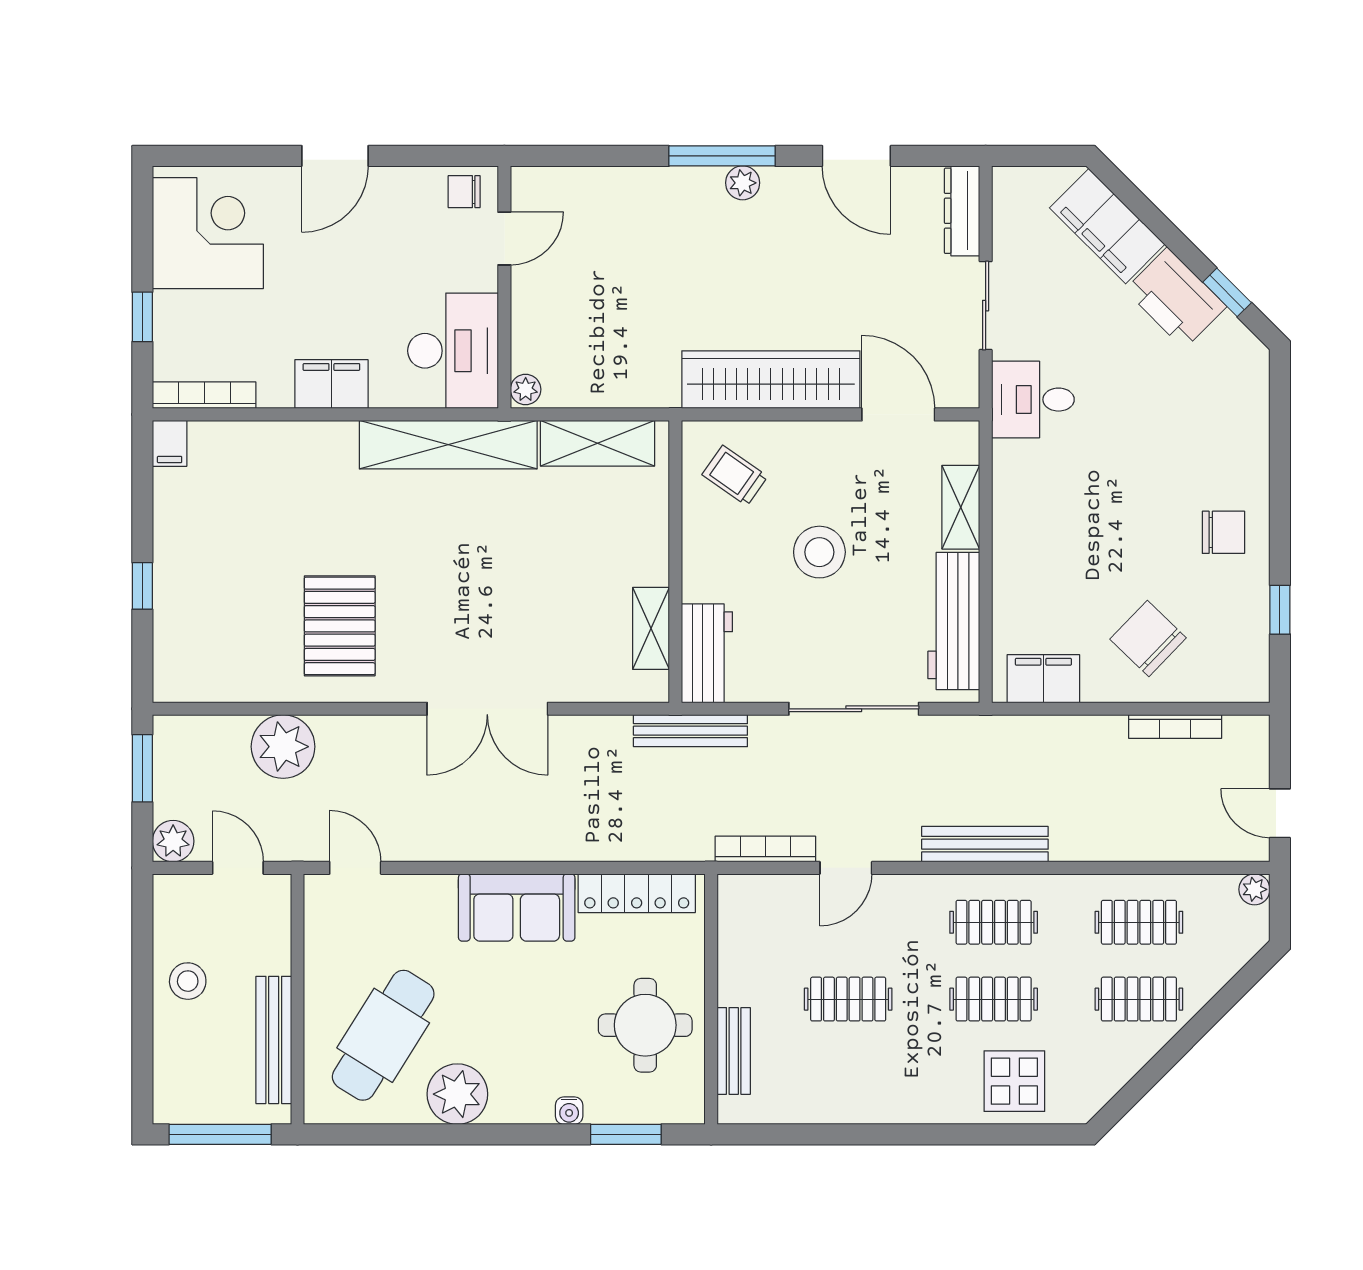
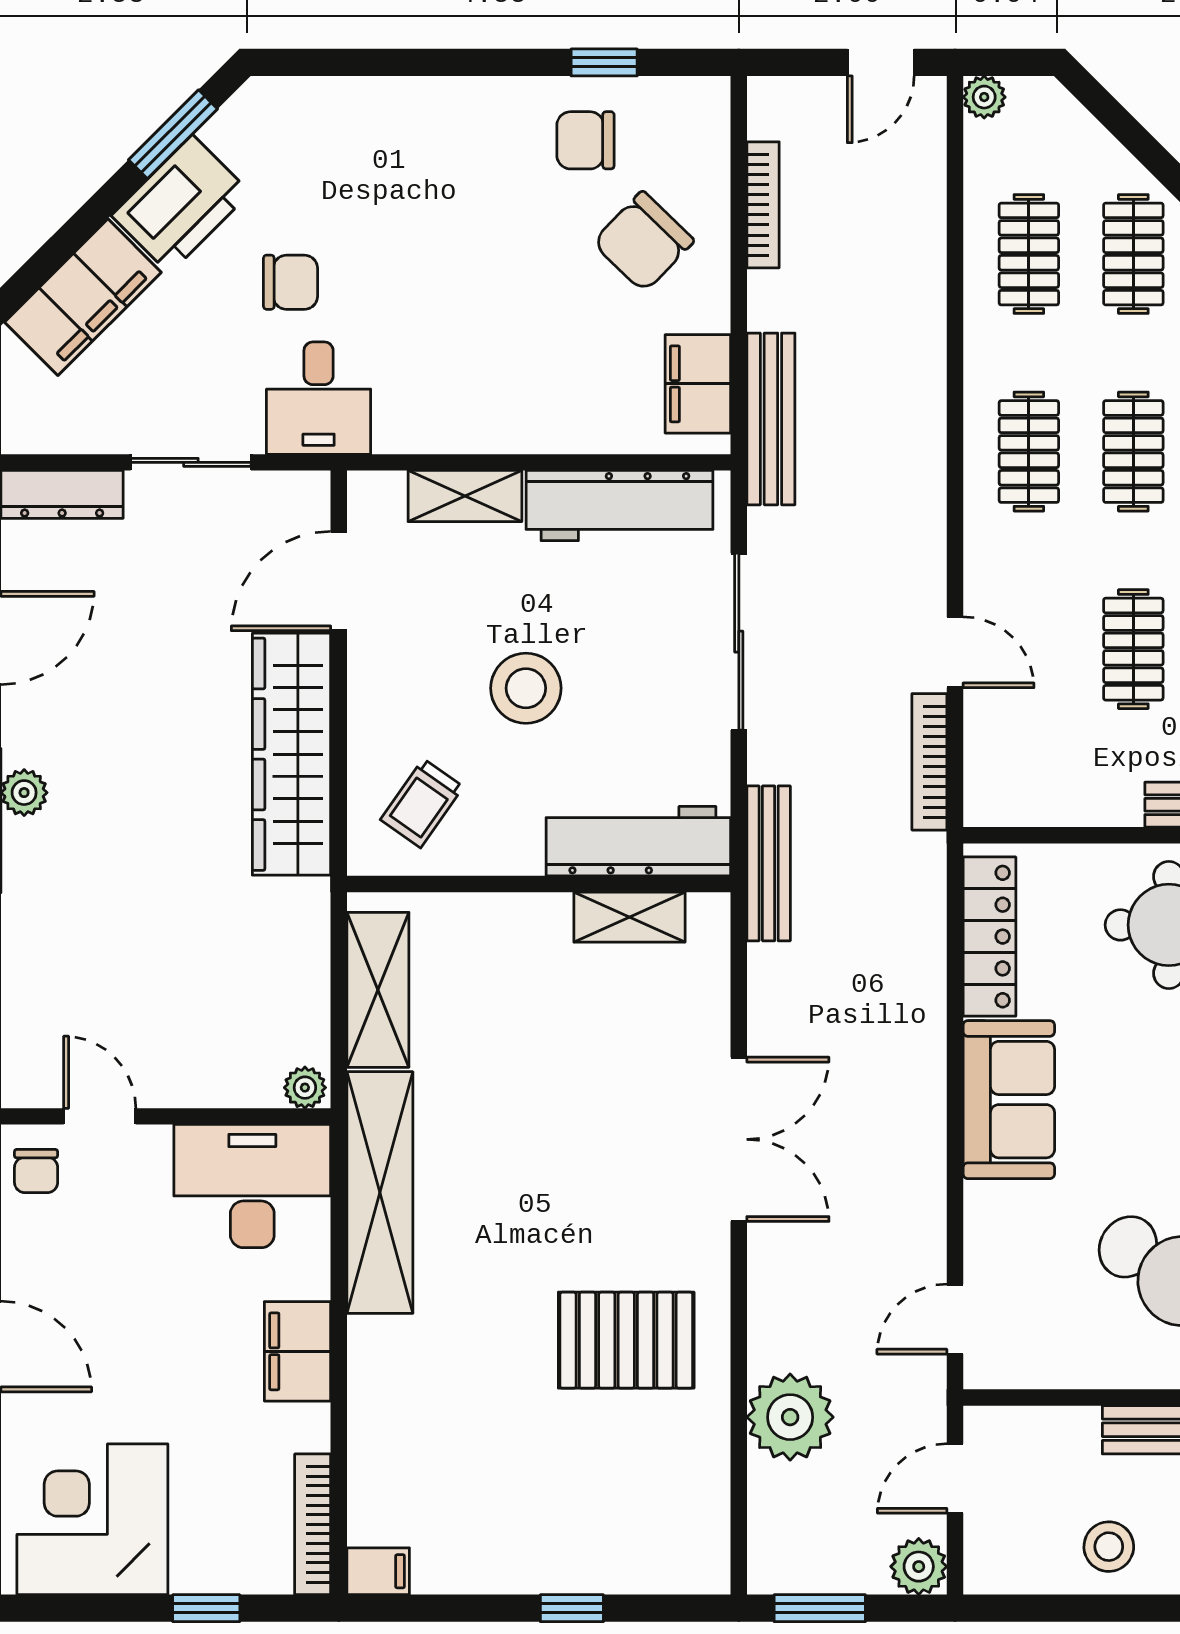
window: (1227, 292) -> (173, 134), width x1.50
chair: (1118, 379) -> (290, 282), added
chair: (1223, 532) -> (585, 140), moved, turned -90
workbench: (707, 653) -> (638, 841), width x1.38
bench: (985, 844) -> (771, 419), moved

